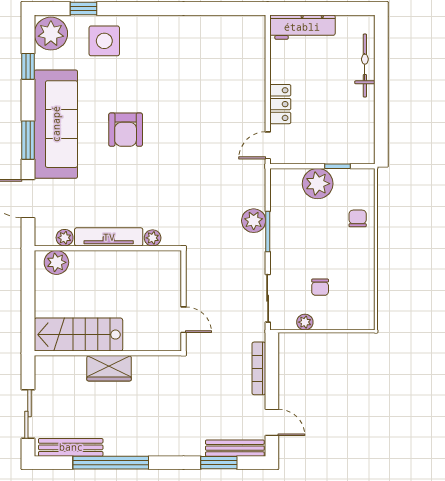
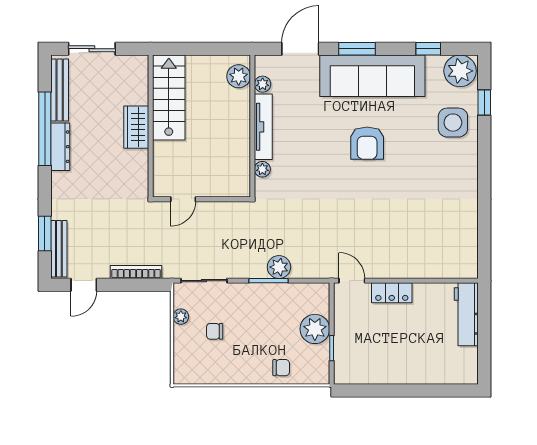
bicycle: (365, 66) -> (429, 375), removed
armchair: (126, 130) -> (367, 143), turned -90
dresser: (129, 447) -> (60, 147), added

